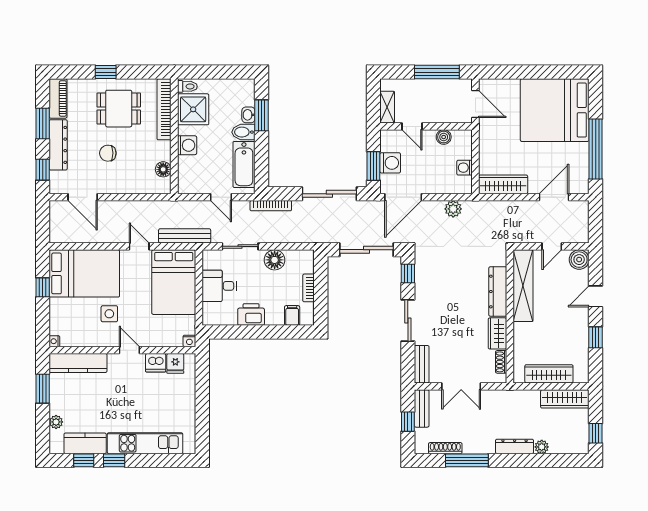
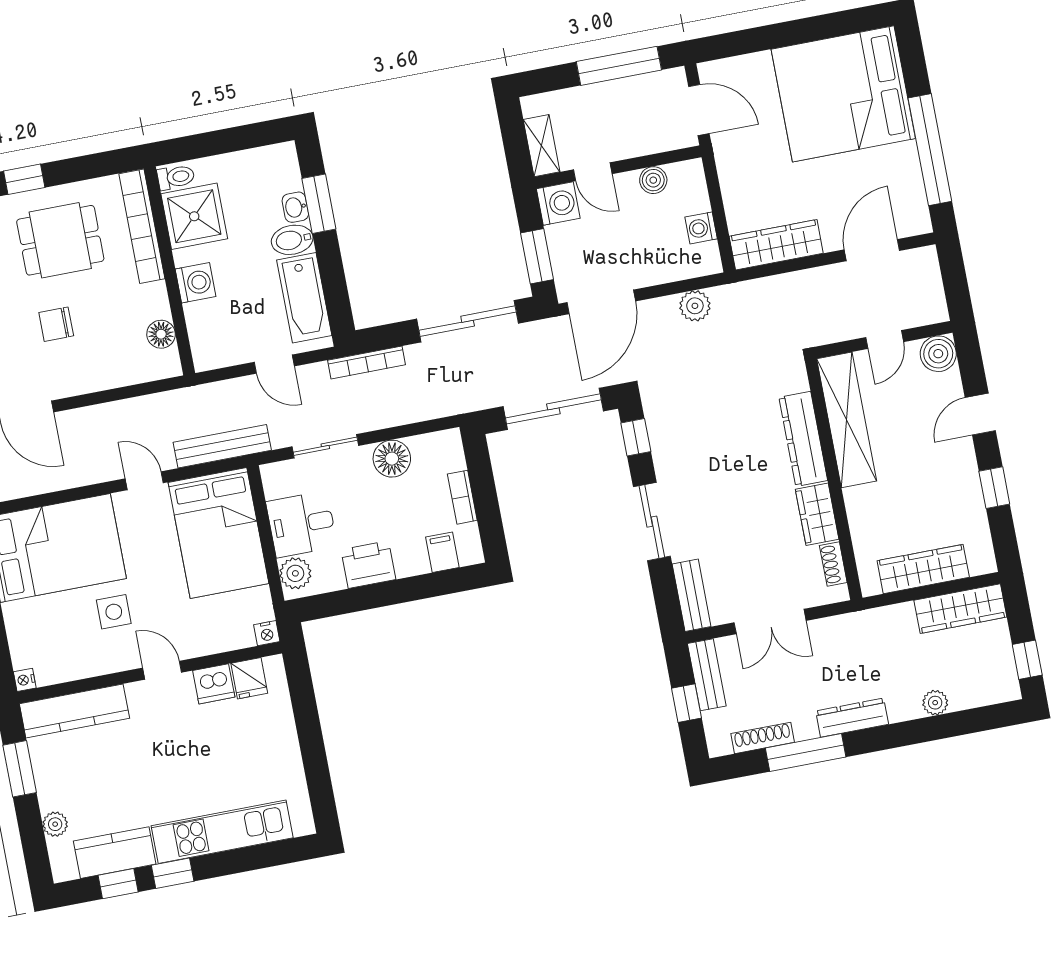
washing machine: (390, 163) -> (558, 204), moved
plant: (211, 312) -> (295, 573), added
dresser: (515, 446) -> (852, 718), moved

